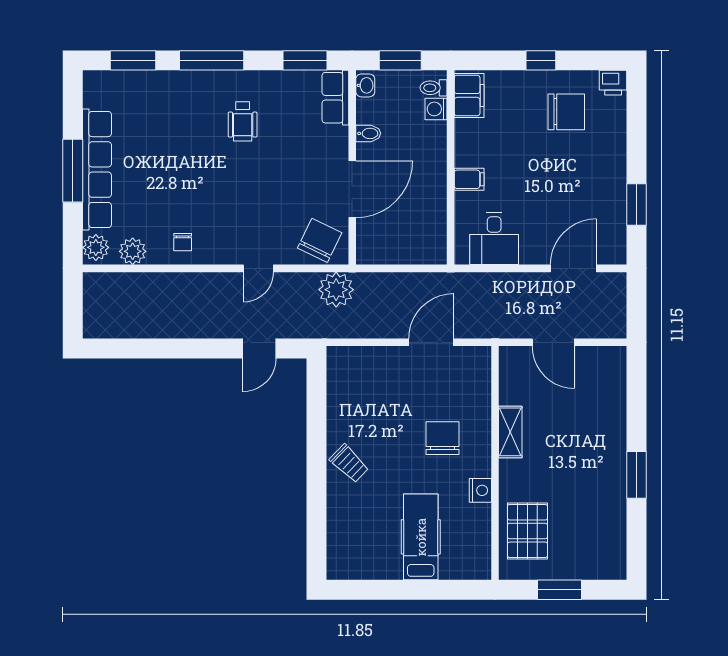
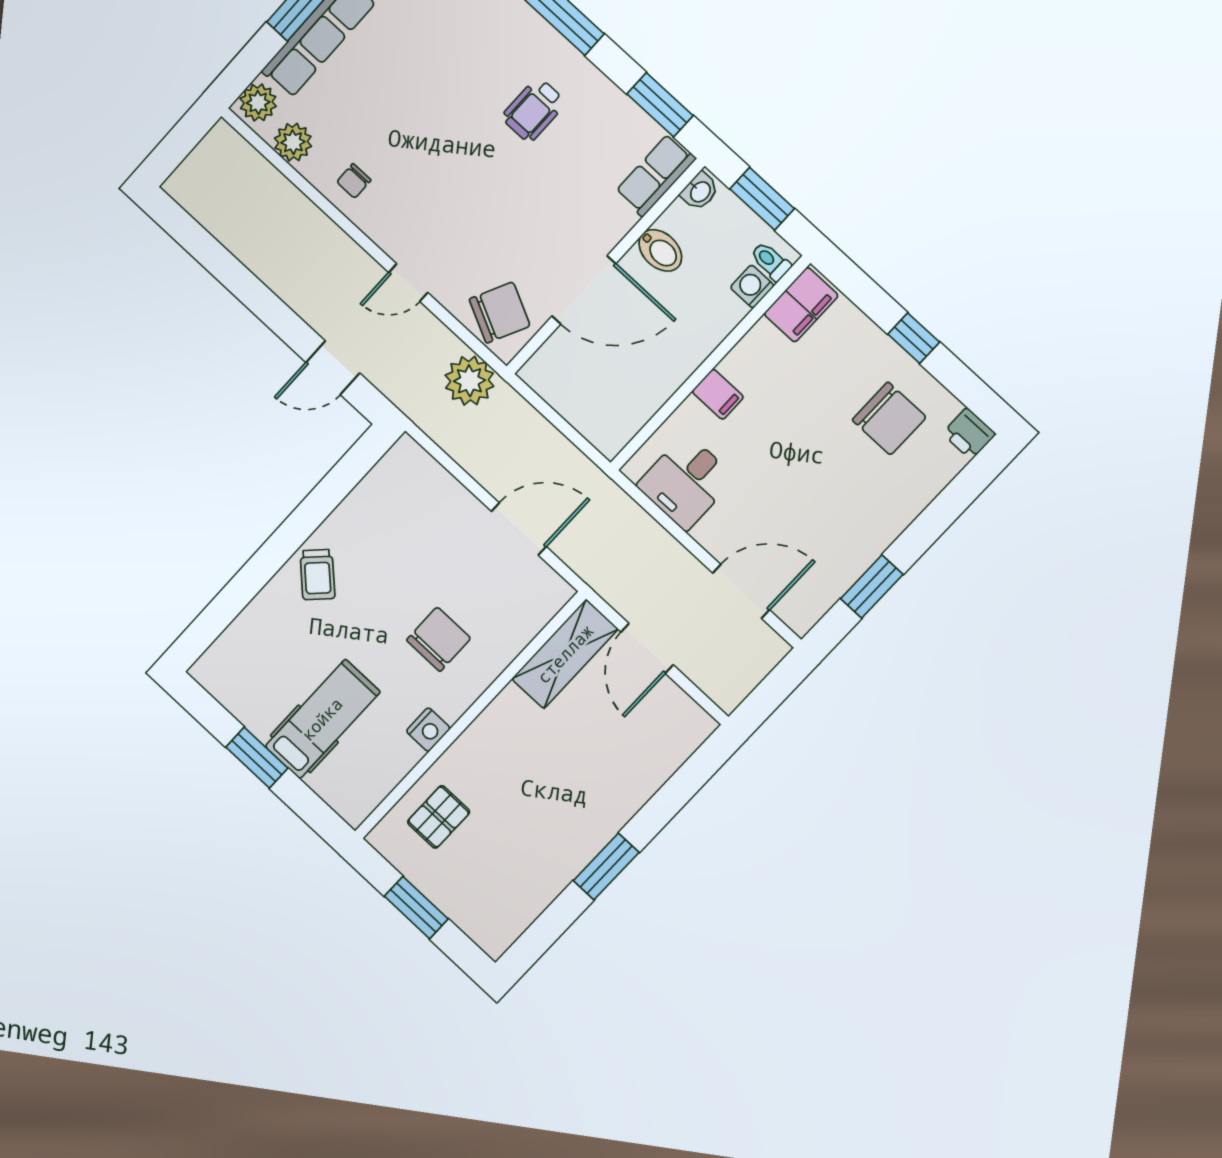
bidet: (368, 133) -> (660, 250), width x1.38, depth x1.36
shelving: (510, 432) -> (565, 654), moved, width x1.50, depth x1.33
pallet: (527, 531) -> (439, 817), width x0.67, depth x0.71
window: (405, 590) -> (257, 758), added

